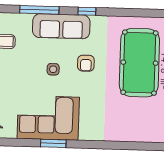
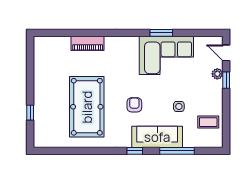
side table: (53, 69) -> (179, 106), moved
piano: (136, 134) -> (88, 43), added

